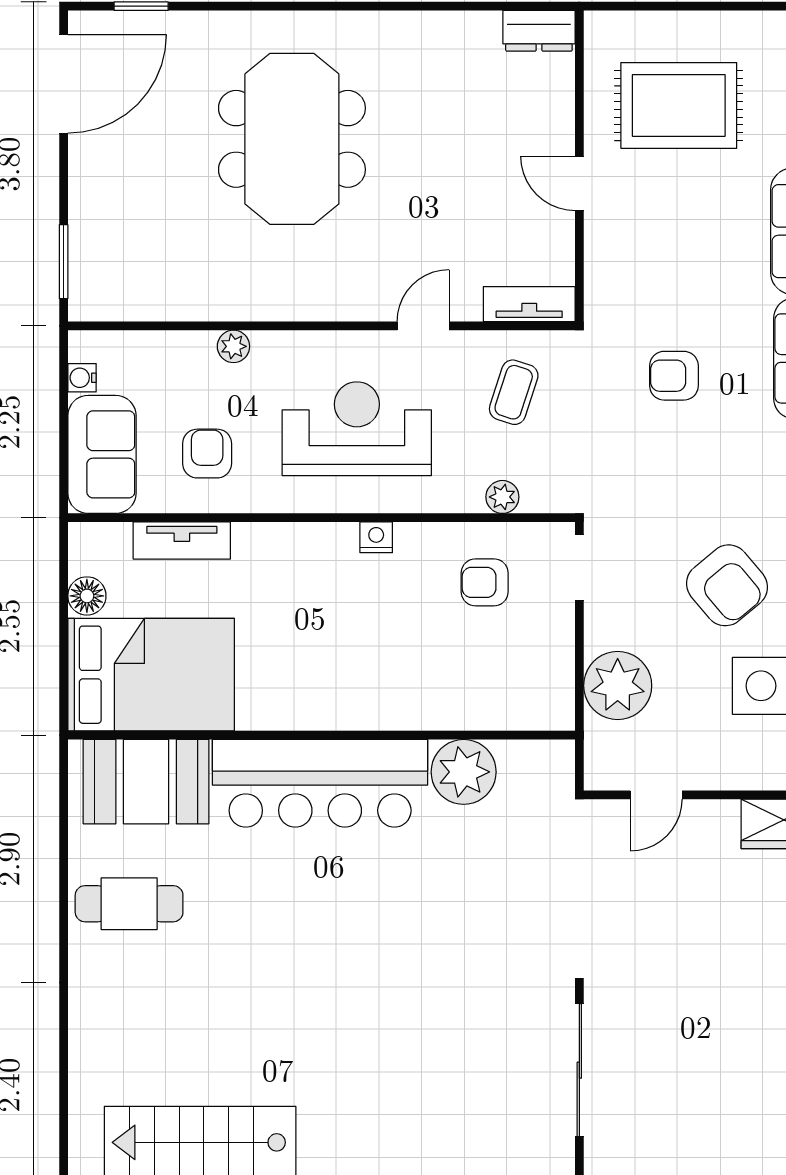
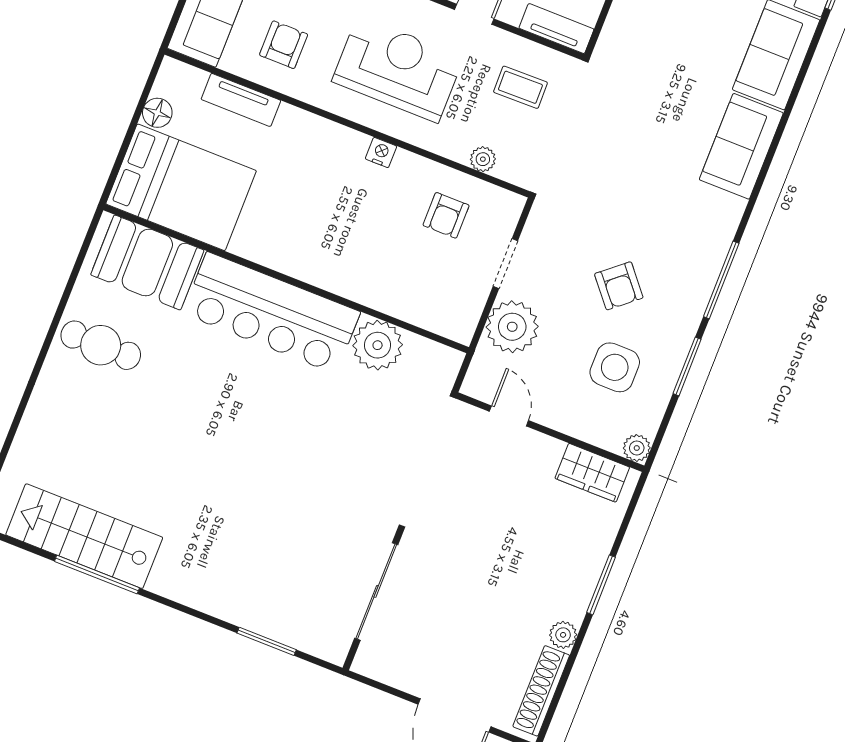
armchair: (674, 376) -> (640, 121), removed
coffee table: (514, 392) -> (520, 87), turned 71
doorway: (579, 568) -> (505, 263), moved
armchair: (485, 582) -> (446, 215), turned -90
armchair: (727, 585) -> (619, 286), width x0.72, depth x0.72
door: (656, 795) -> (509, 416), swing flipped

